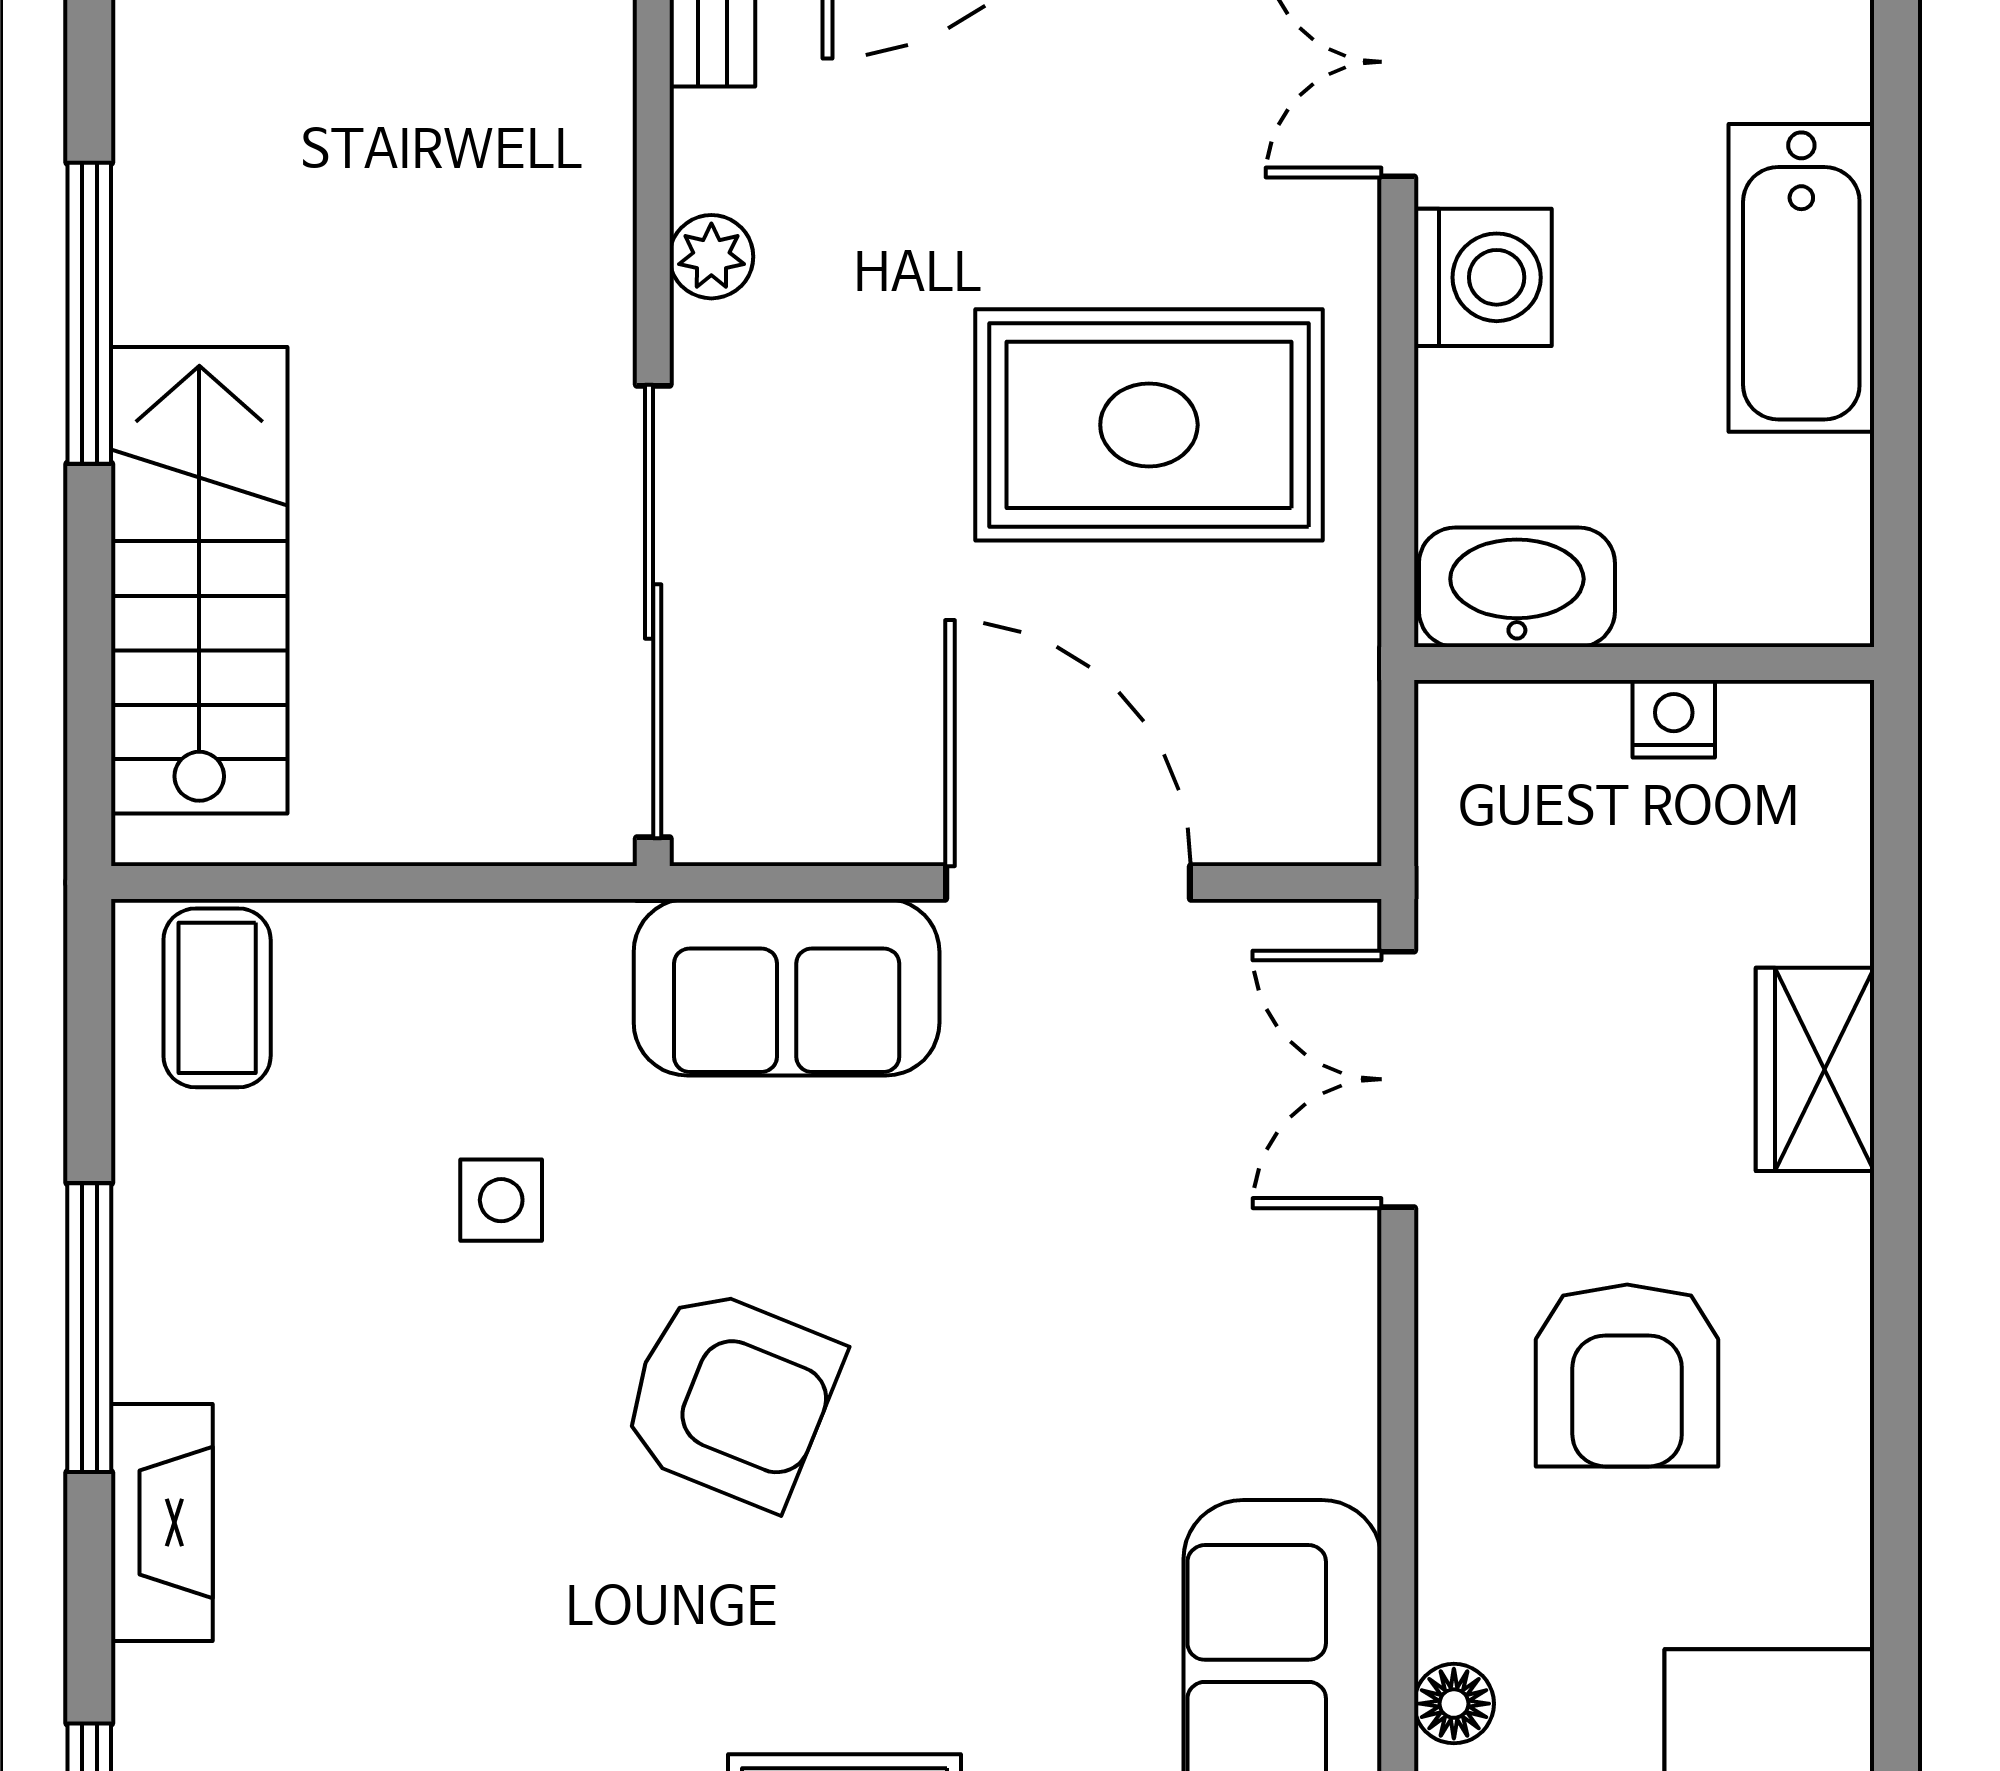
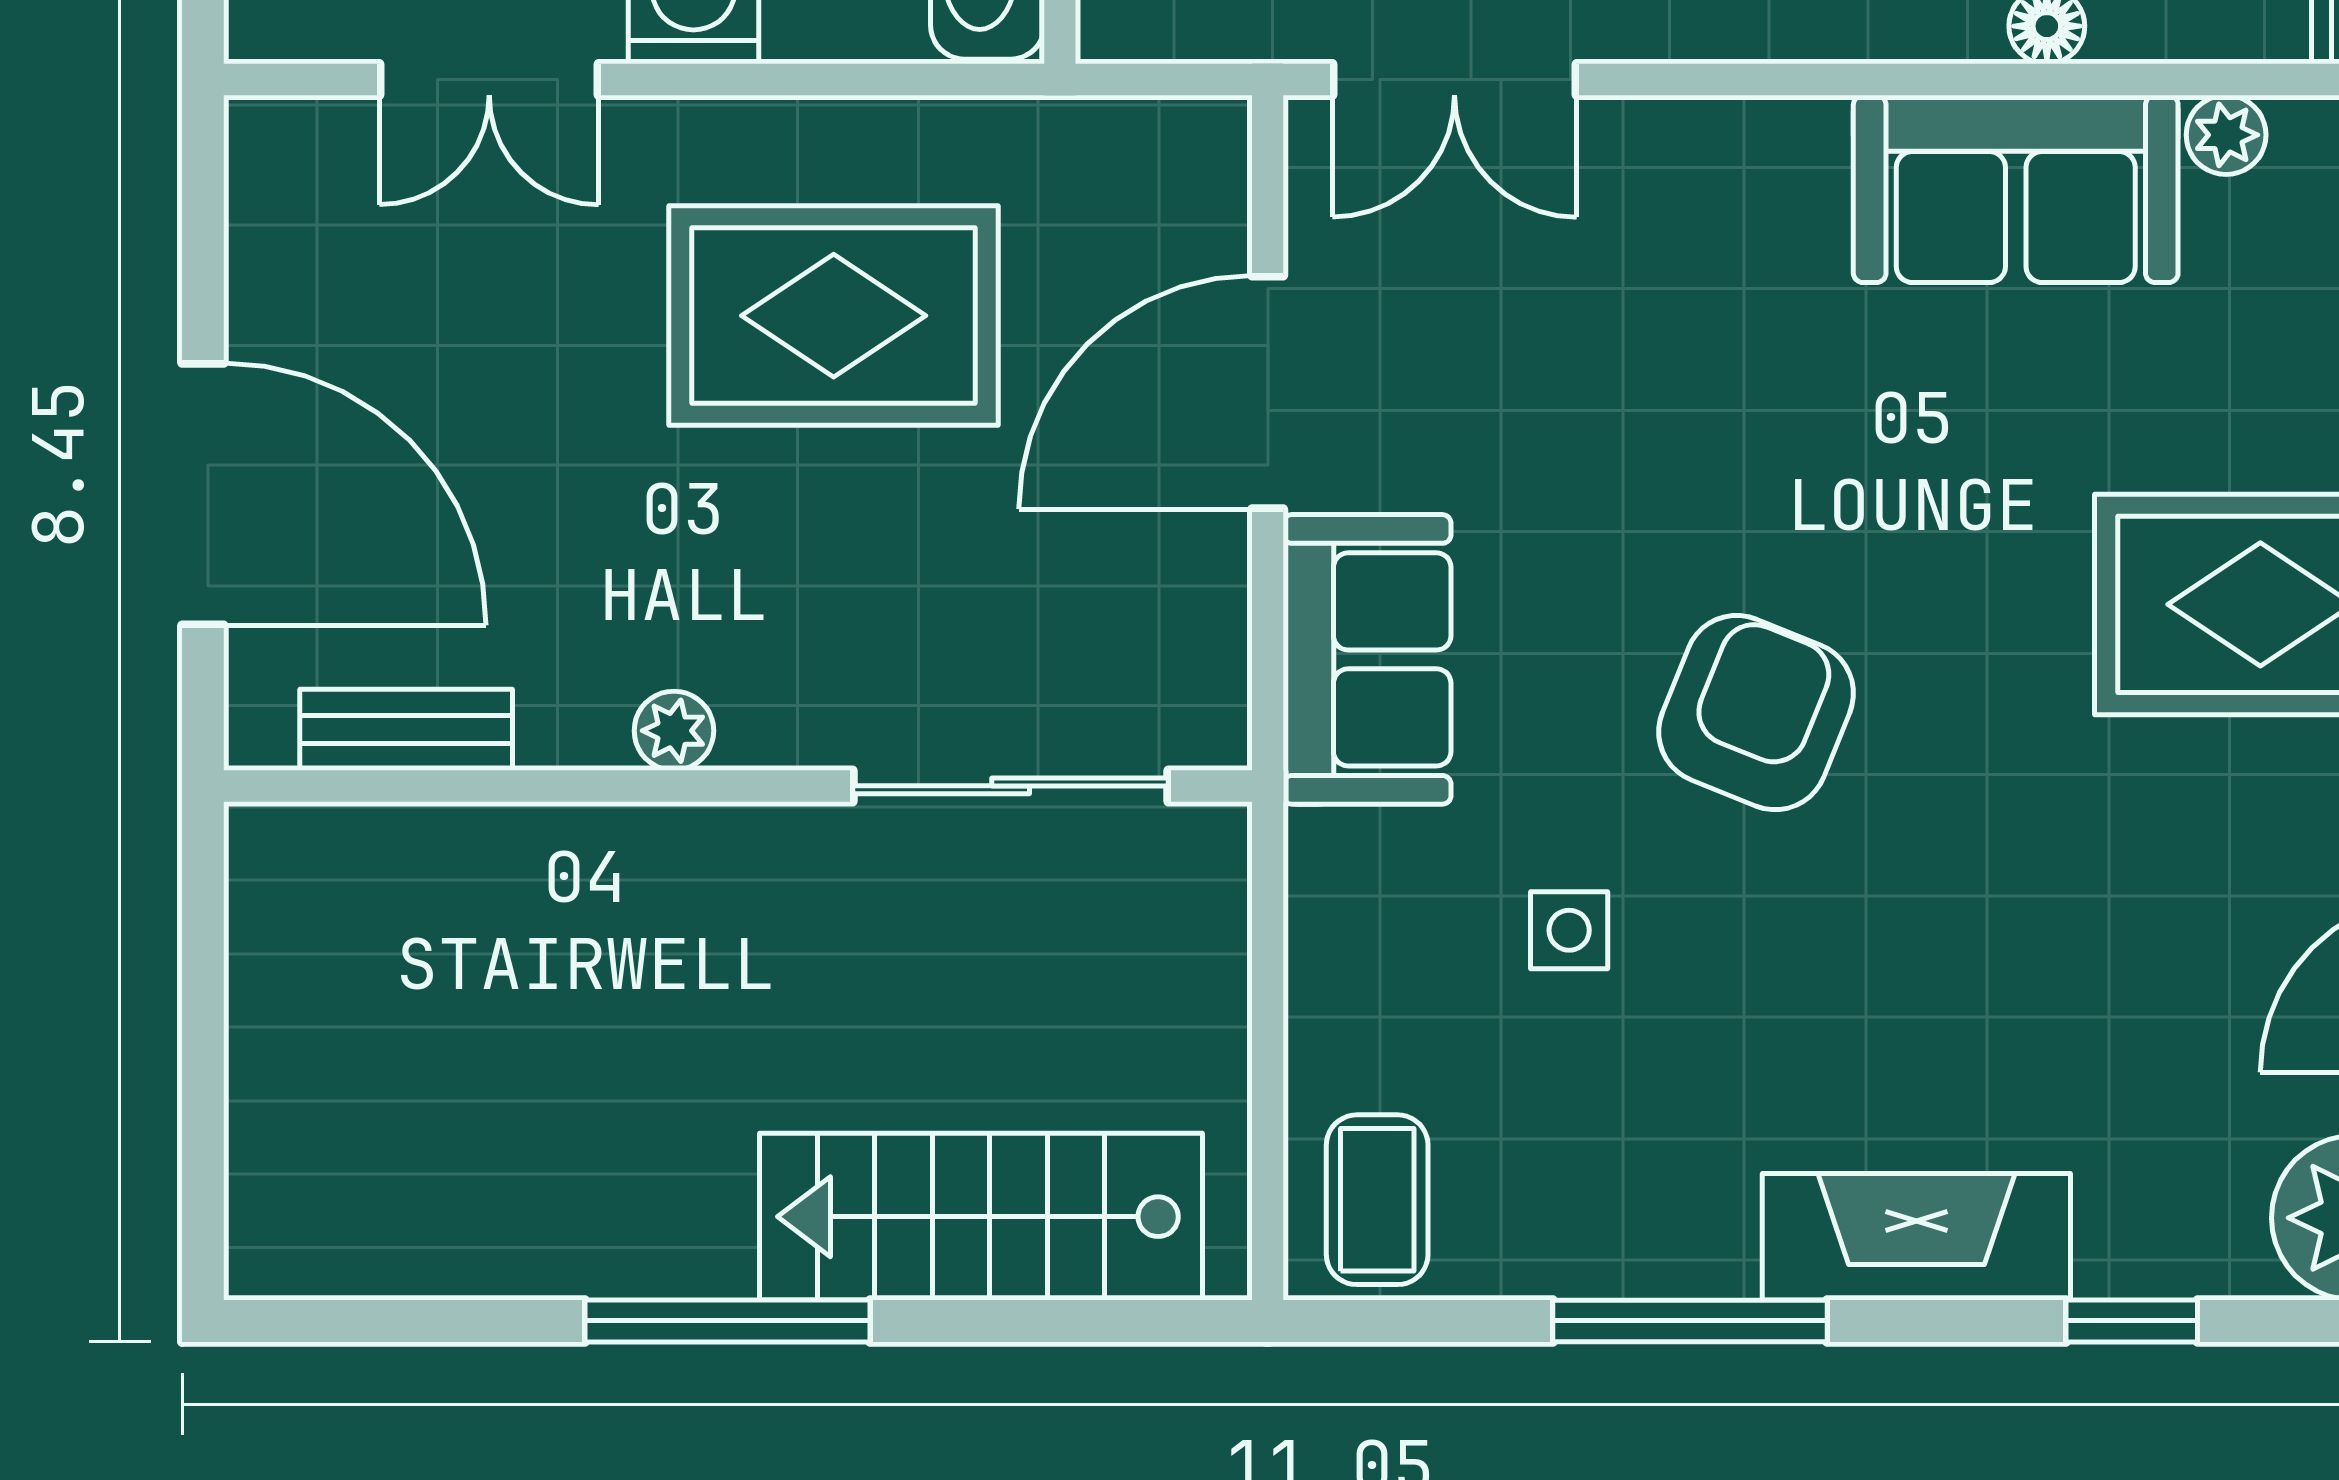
rug: (1149, 425) -> (834, 316), turned 90
sliding door: (653, 611) -> (1011, 786), width x0.73
coffee table: (217, 998) -> (1377, 1200), turned 90
fireplace: (162, 1522) -> (1916, 1237), width x1.37, depth x1.32

